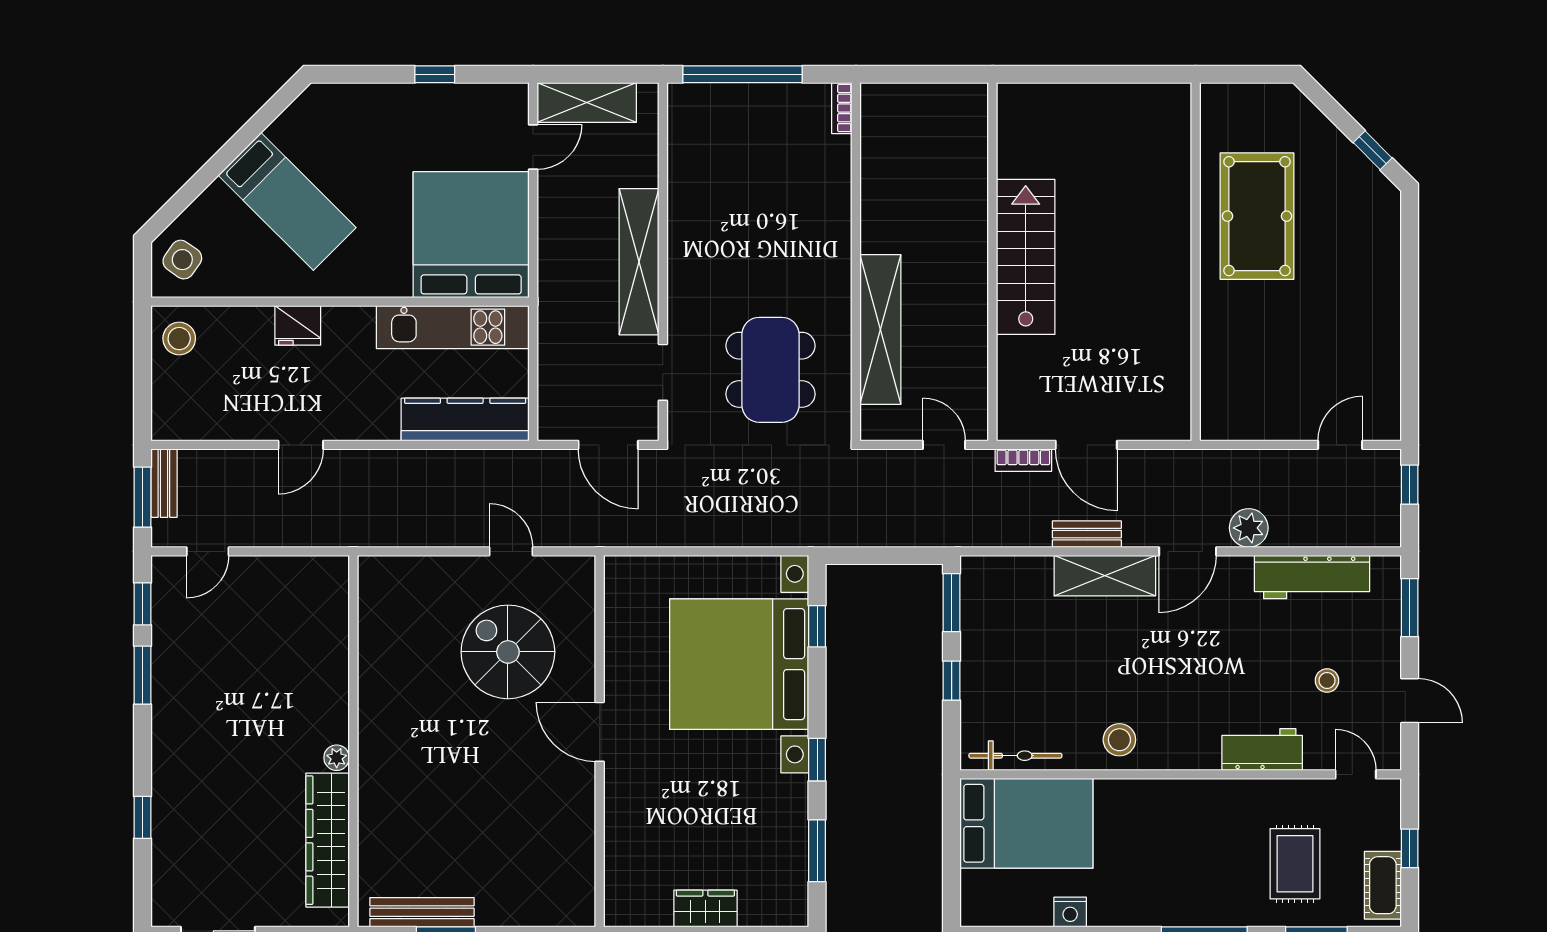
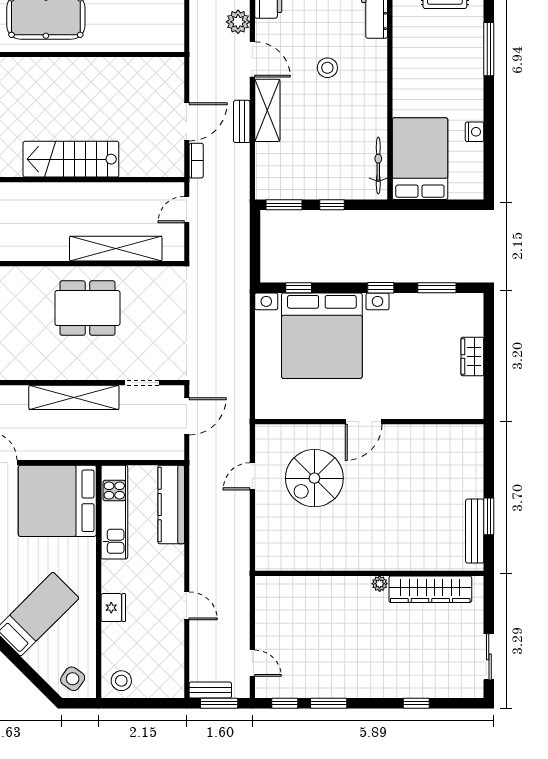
dining table: (770, 370) -> (87, 308), moved
stool: (1119, 740) -> (327, 68), moved

